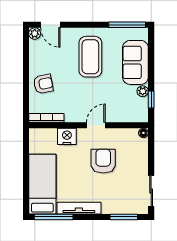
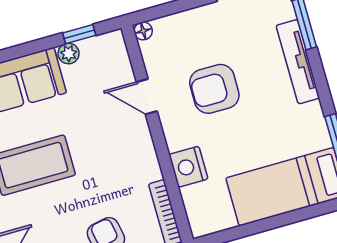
door: (96, 125) -> (147, 97), moved
tv unit: (79, 208) -> (298, 62), moved

